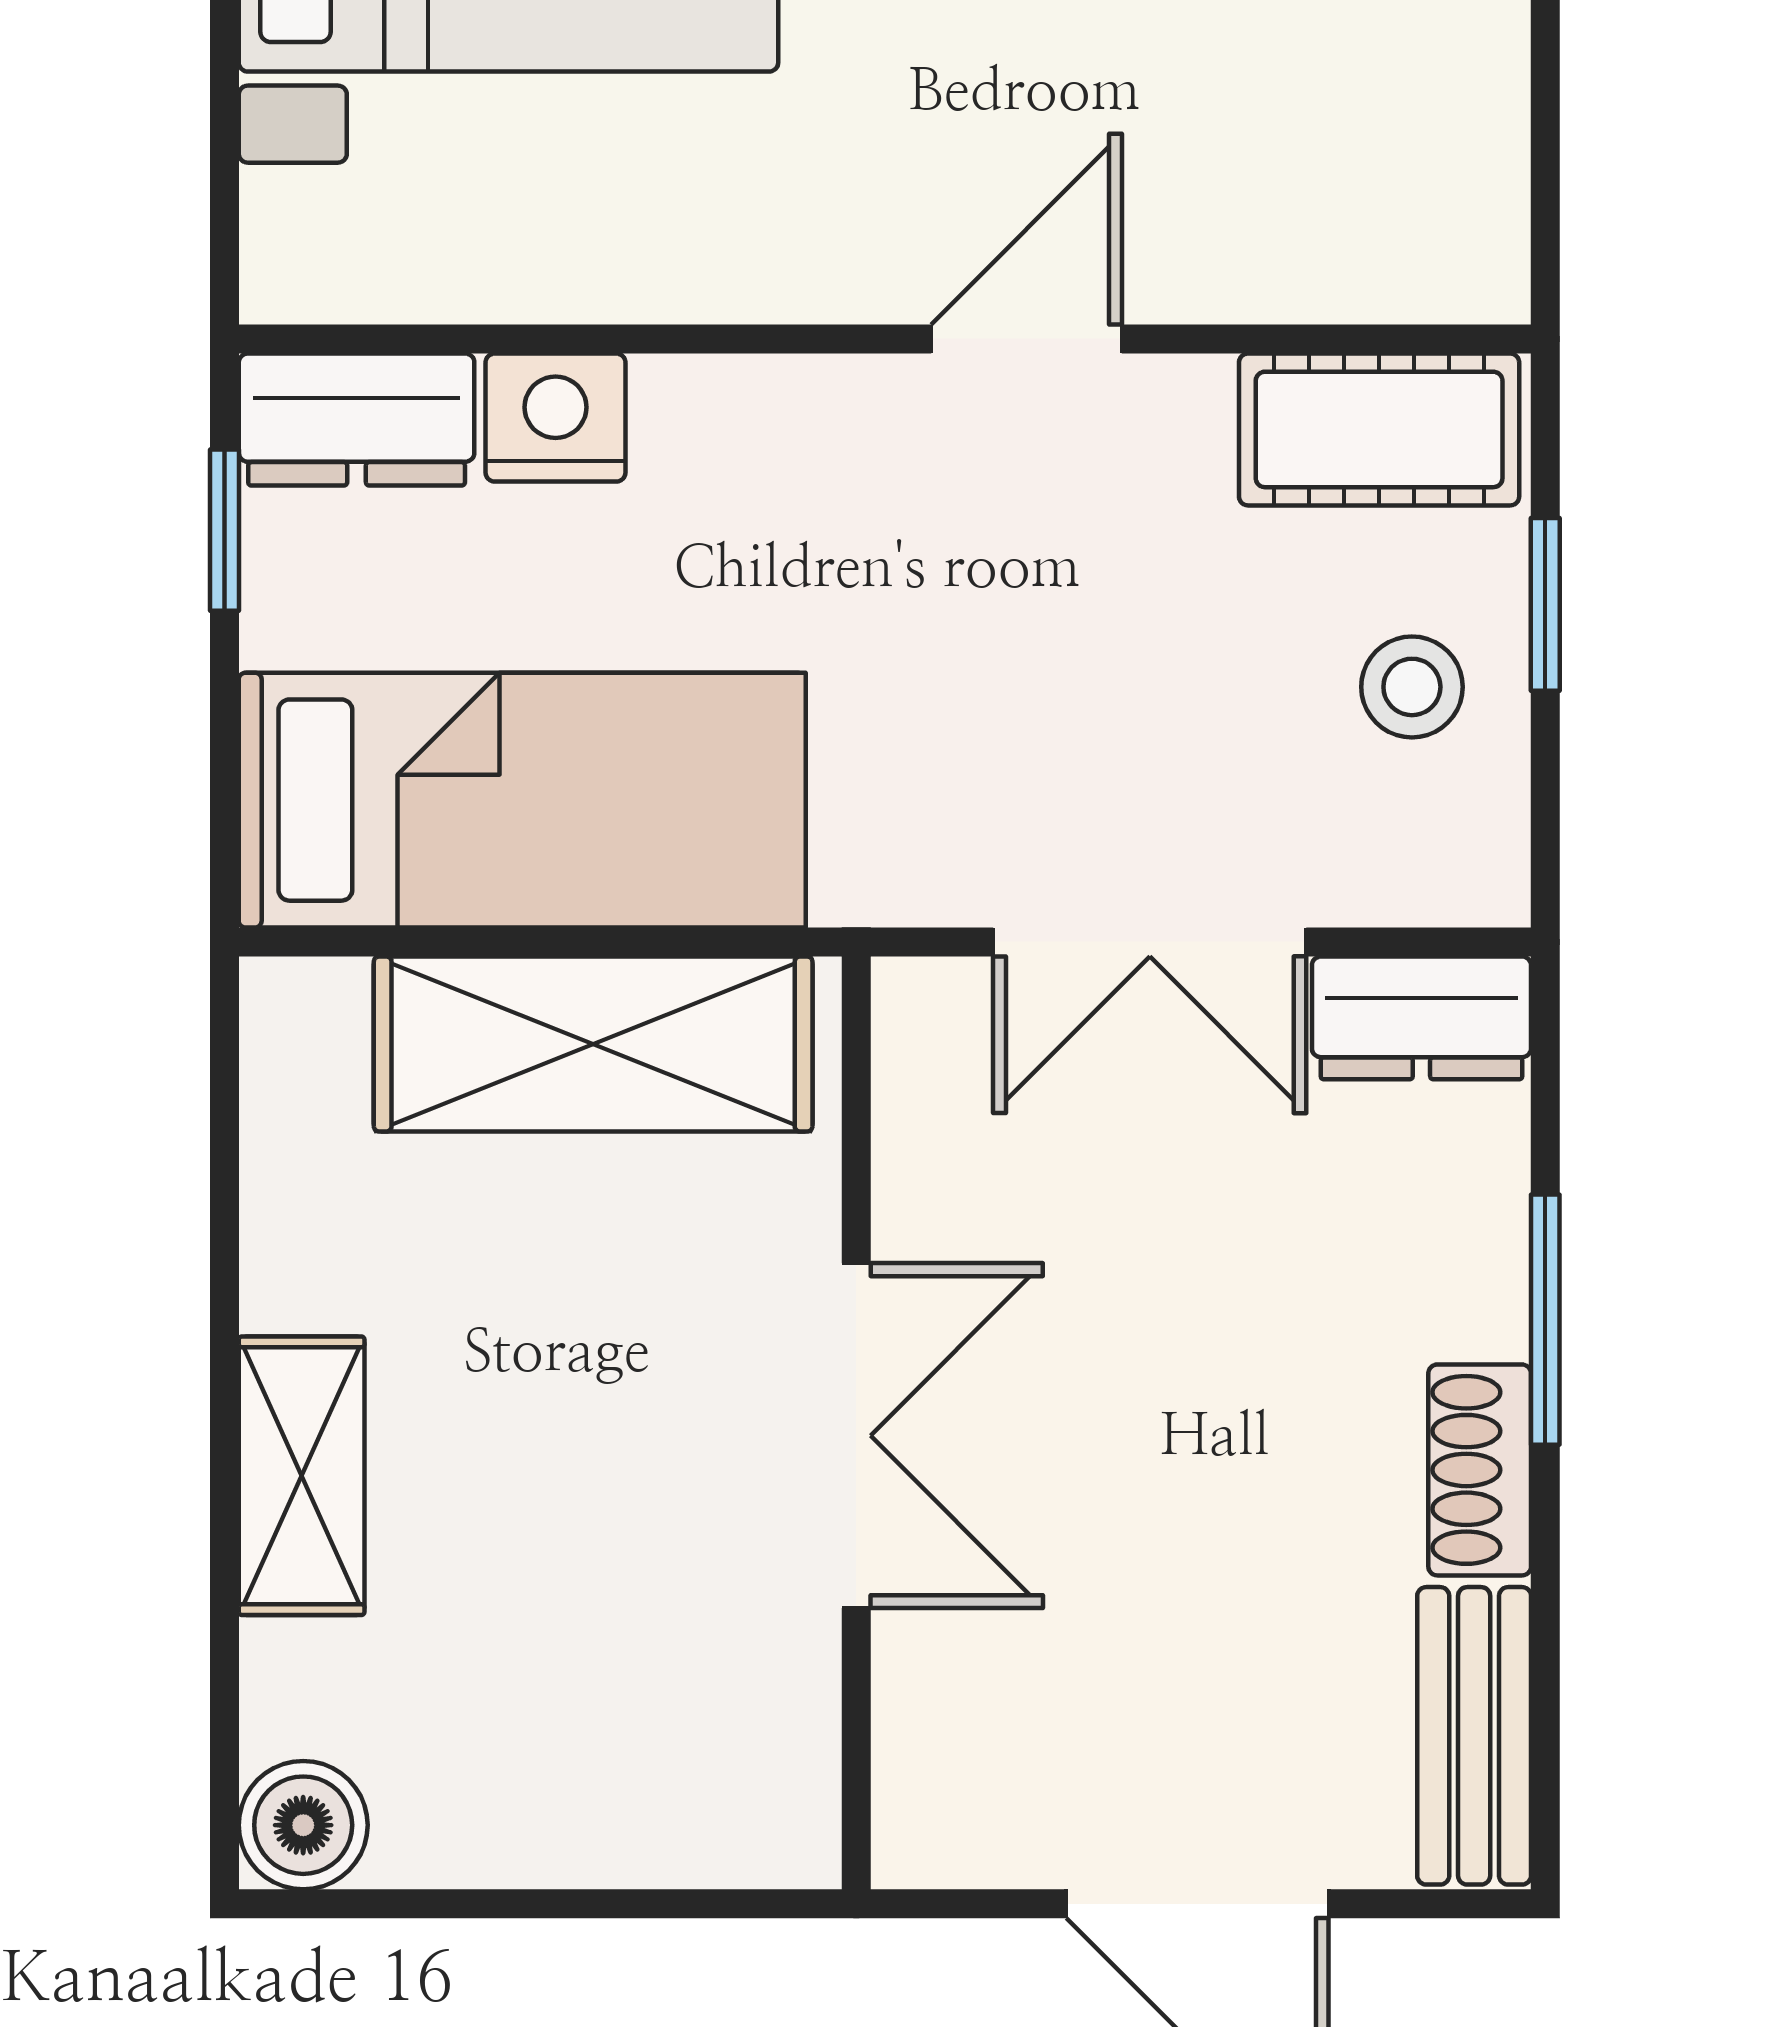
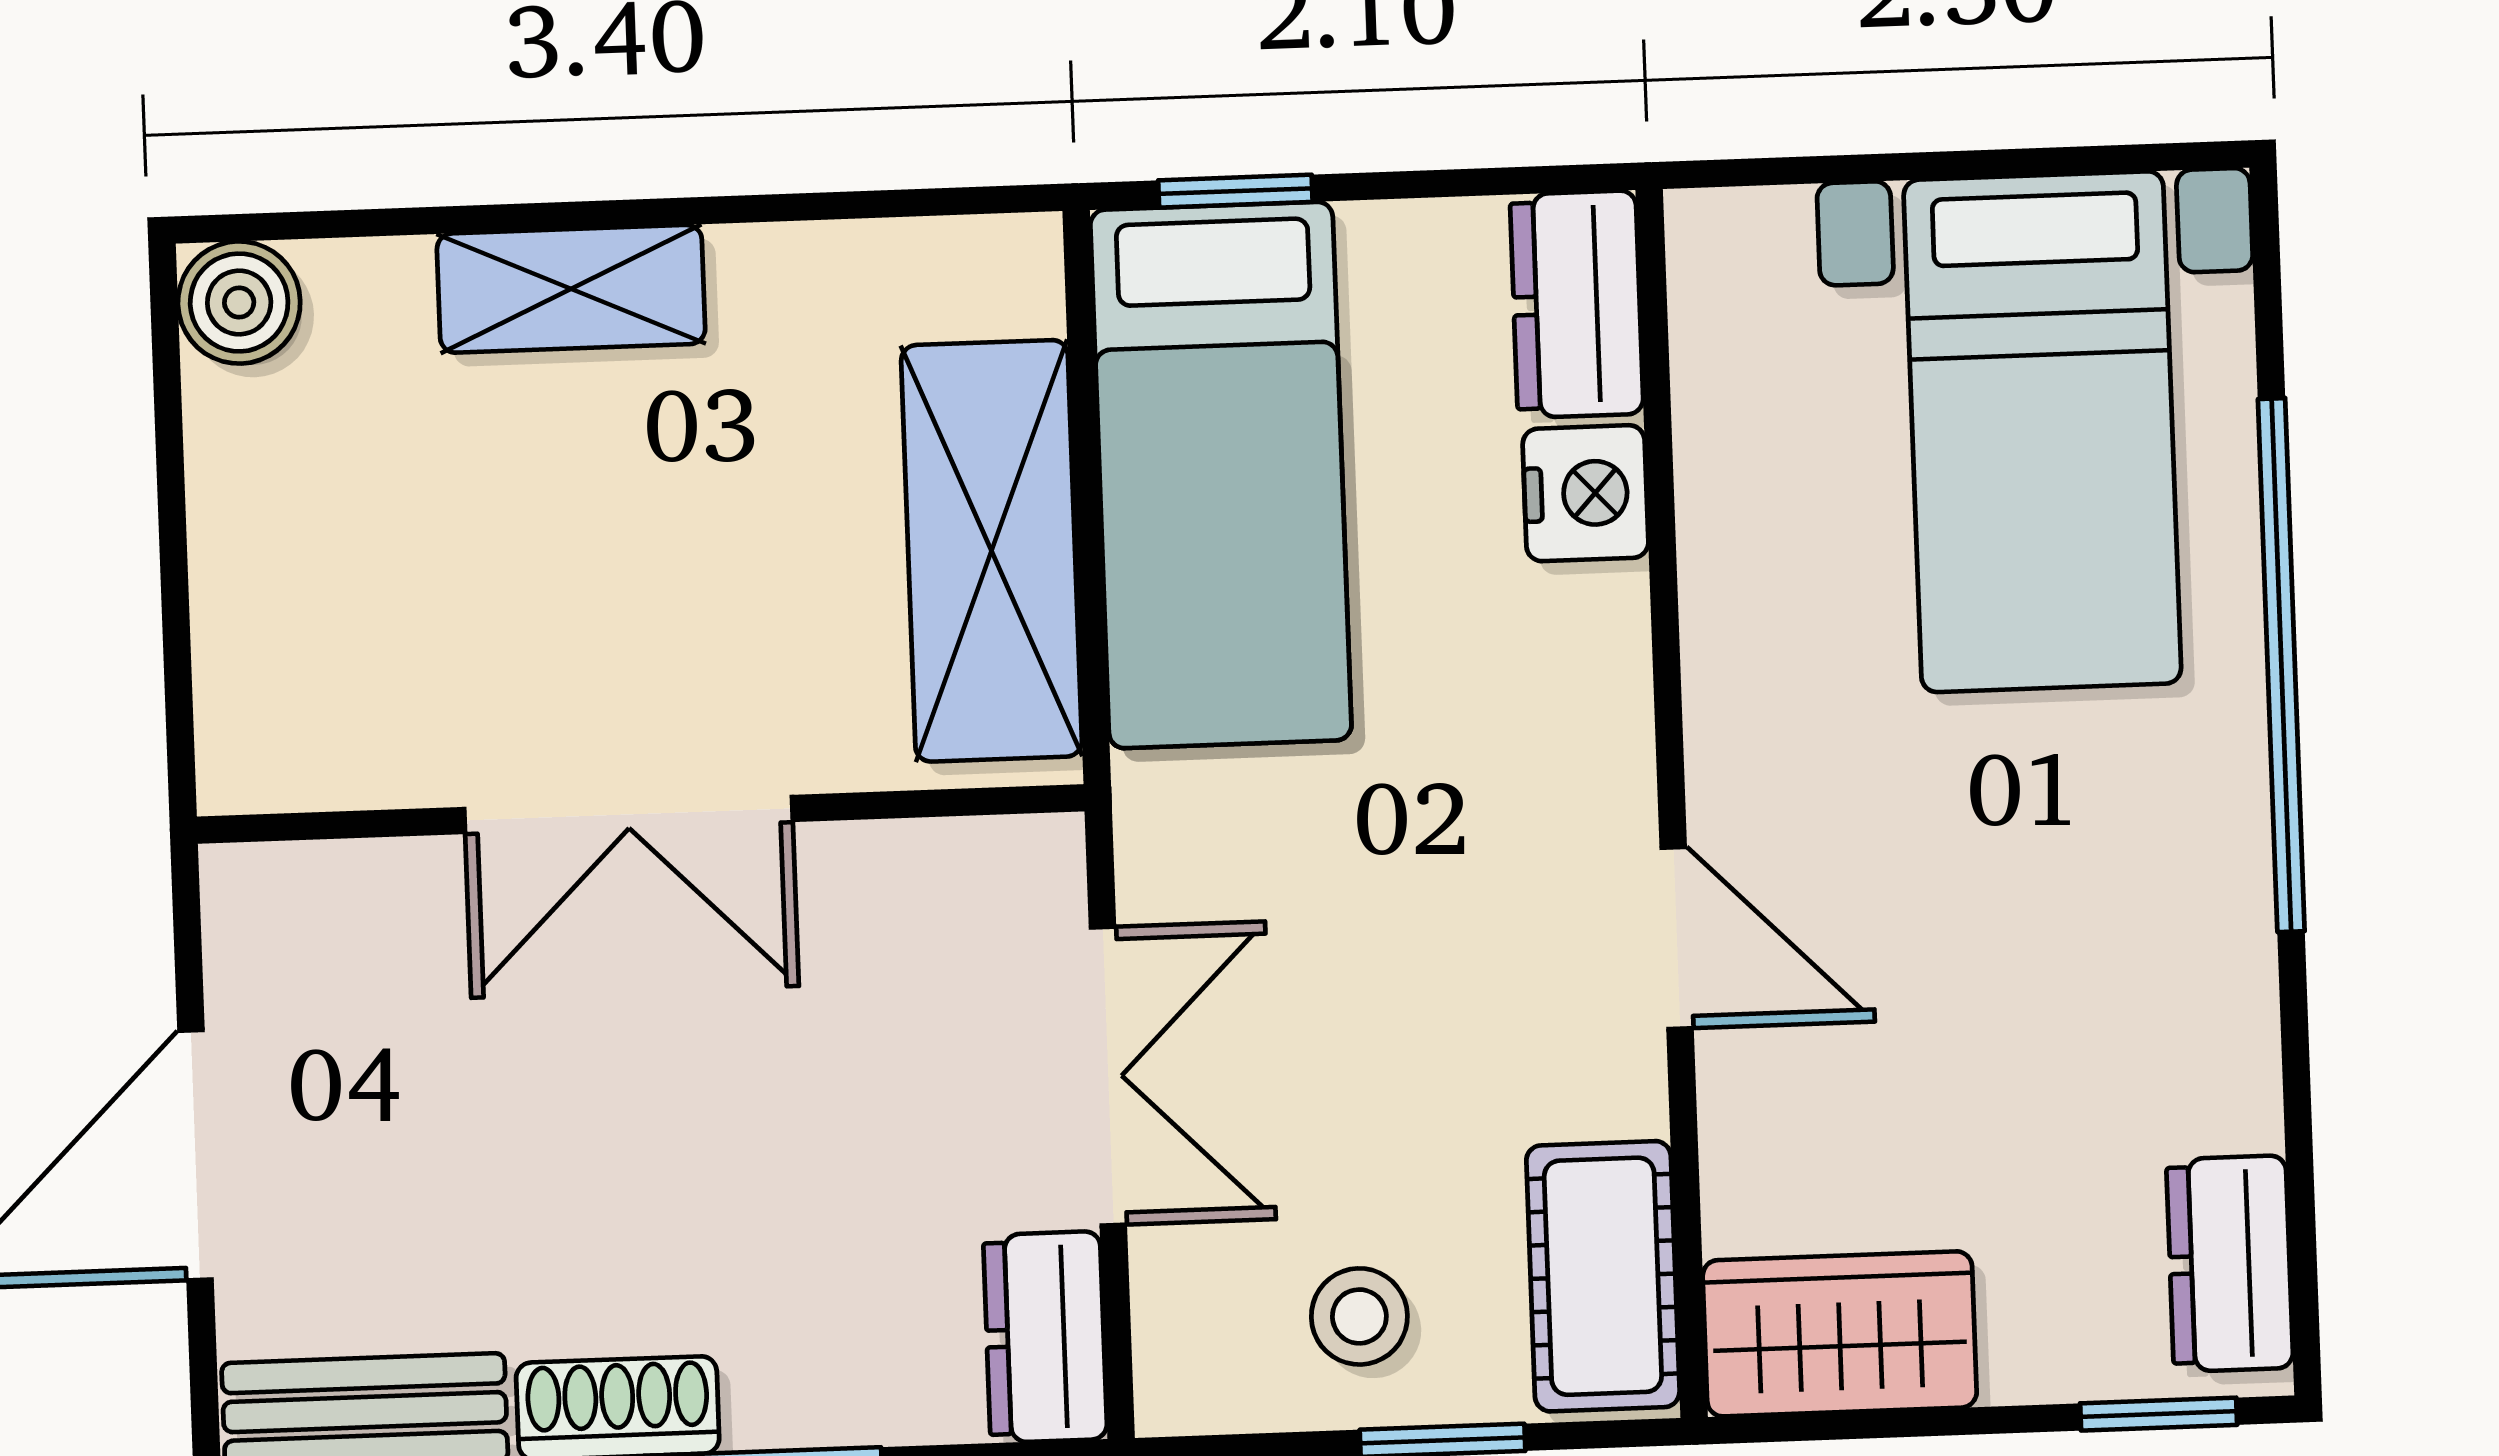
wardrobe: (1449, 183) -> (1840, 1334), added
window: (225, 530) -> (1235, 191), moved
double door: (1150, 942) -> (1108, 1076), swing flipped

